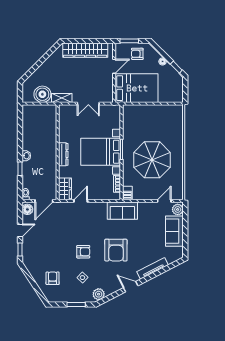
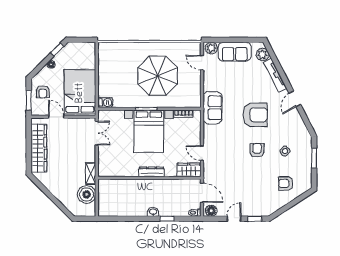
double door: (88, 104) -> (97, 133), moved
barbecue: (127, 193) -> (105, 103), moved
door: (20, 230) -> (234, 219), hinge flipped
plant: (99, 294) -> (263, 55), moved

